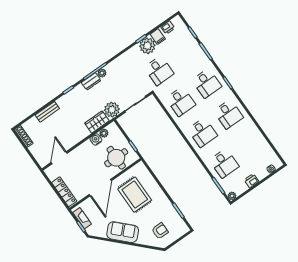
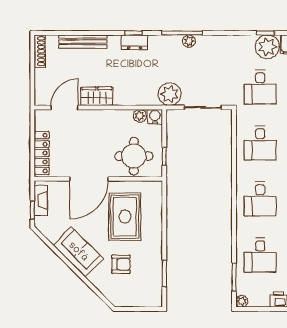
dresser: (91, 81) -> (135, 42), moved
bench: (47, 112) -> (83, 42), width x1.36
wardrobe: (97, 122) -> (97, 96), moved
water cooler: (96, 139) -> (155, 117), moved
armchair: (160, 231) -> (121, 264), moved

